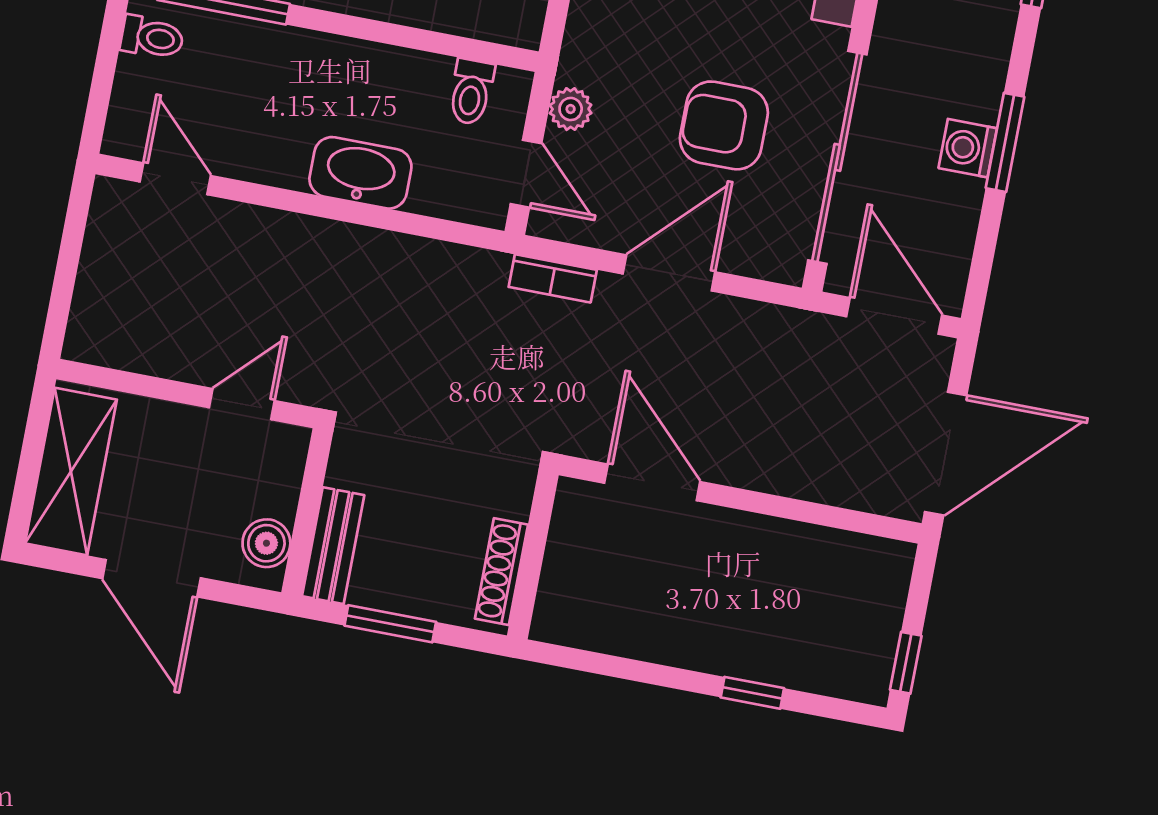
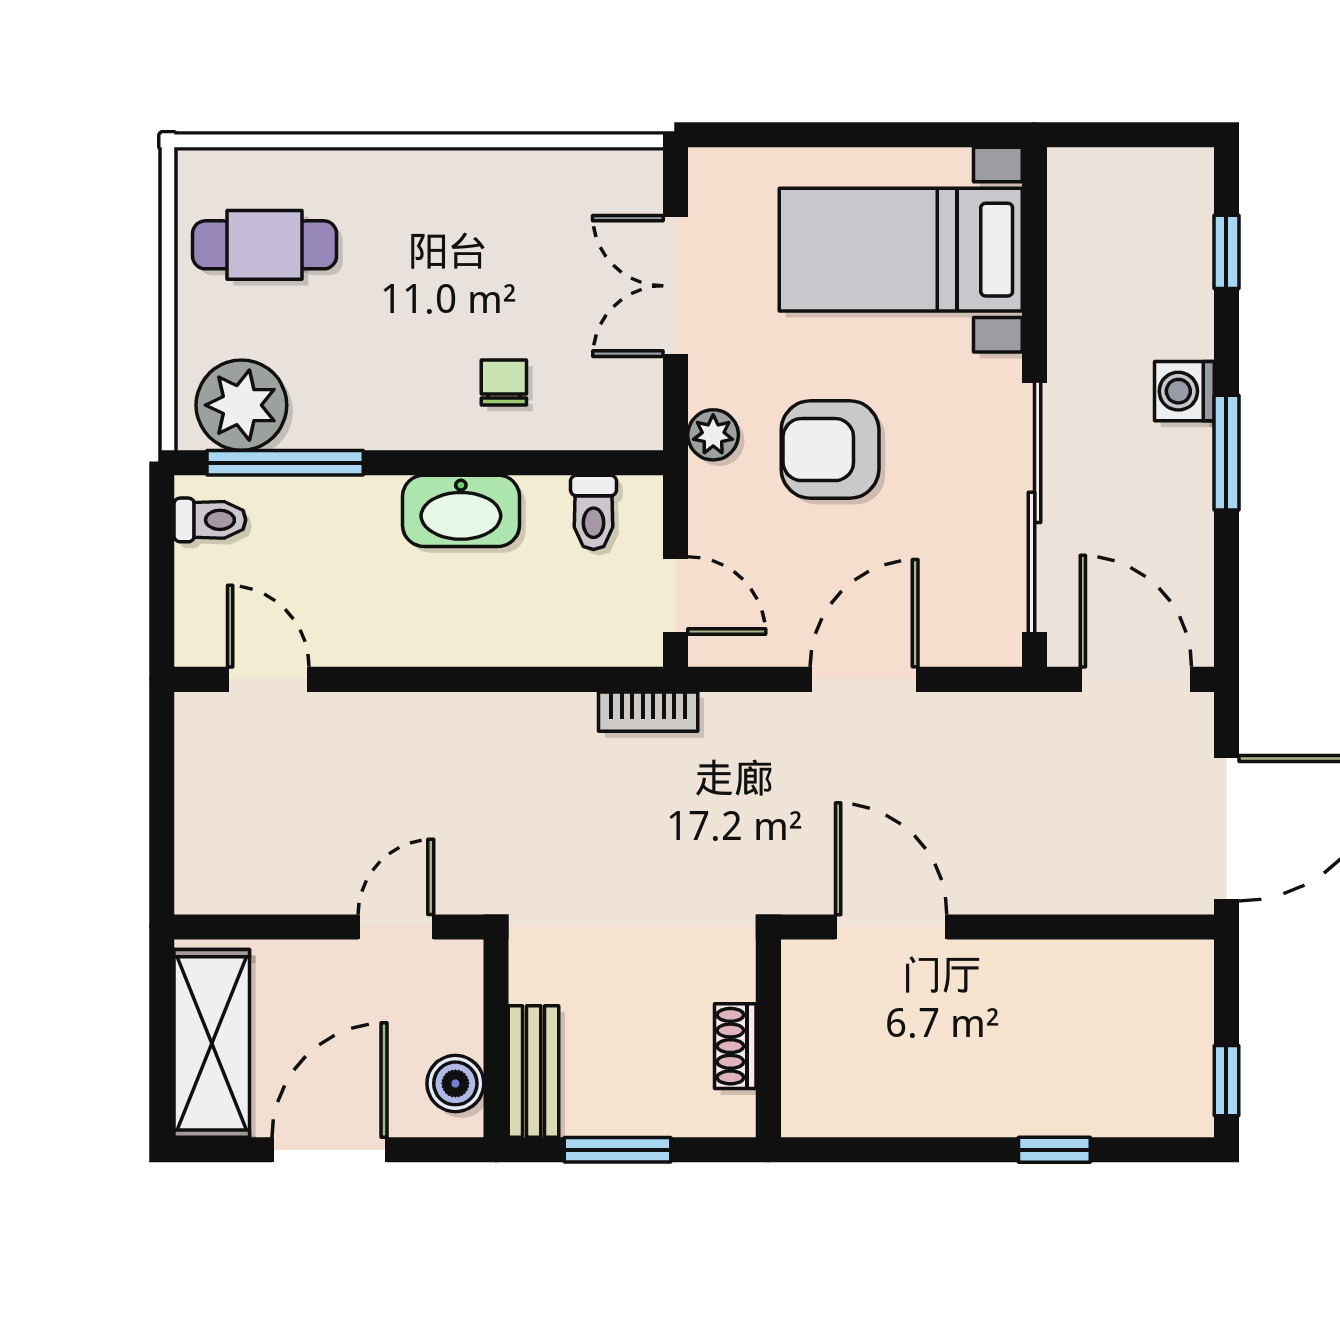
plant: (571, 109) -> (713, 435), moved
armchair: (724, 125) -> (830, 450), moved
washing machine: (968, 148) -> (1184, 391), moved
washbasin: (360, 173) -> (461, 511), moved, turned 180
bookcase: (553, 278) -> (648, 712), moved
shoe rack: (501, 572) -> (735, 1046), width x0.70
door: (152, 578) -> (329, 1150), swing flipped

